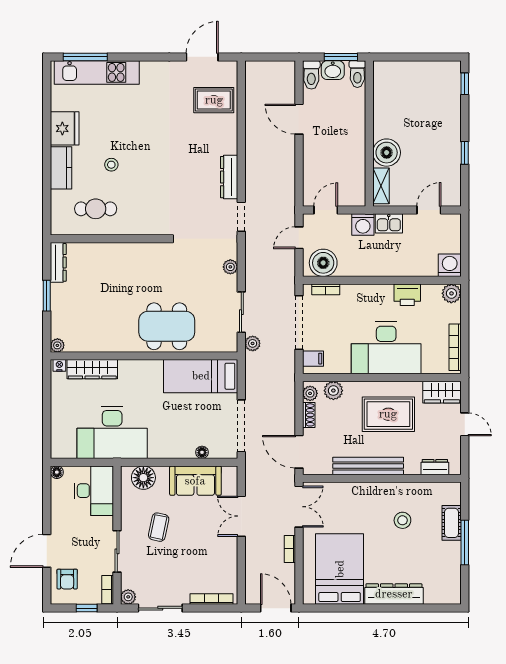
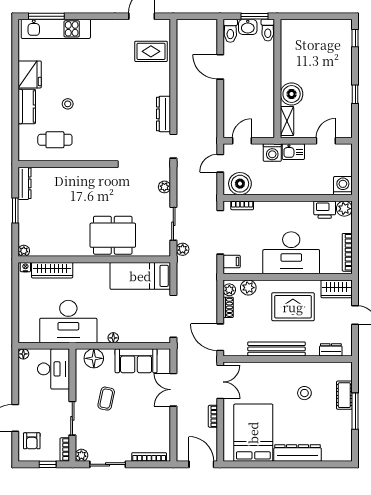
printer: (407, 295) -> (325, 210), moved
floor lamp: (202, 452) -> (113, 338), moved

